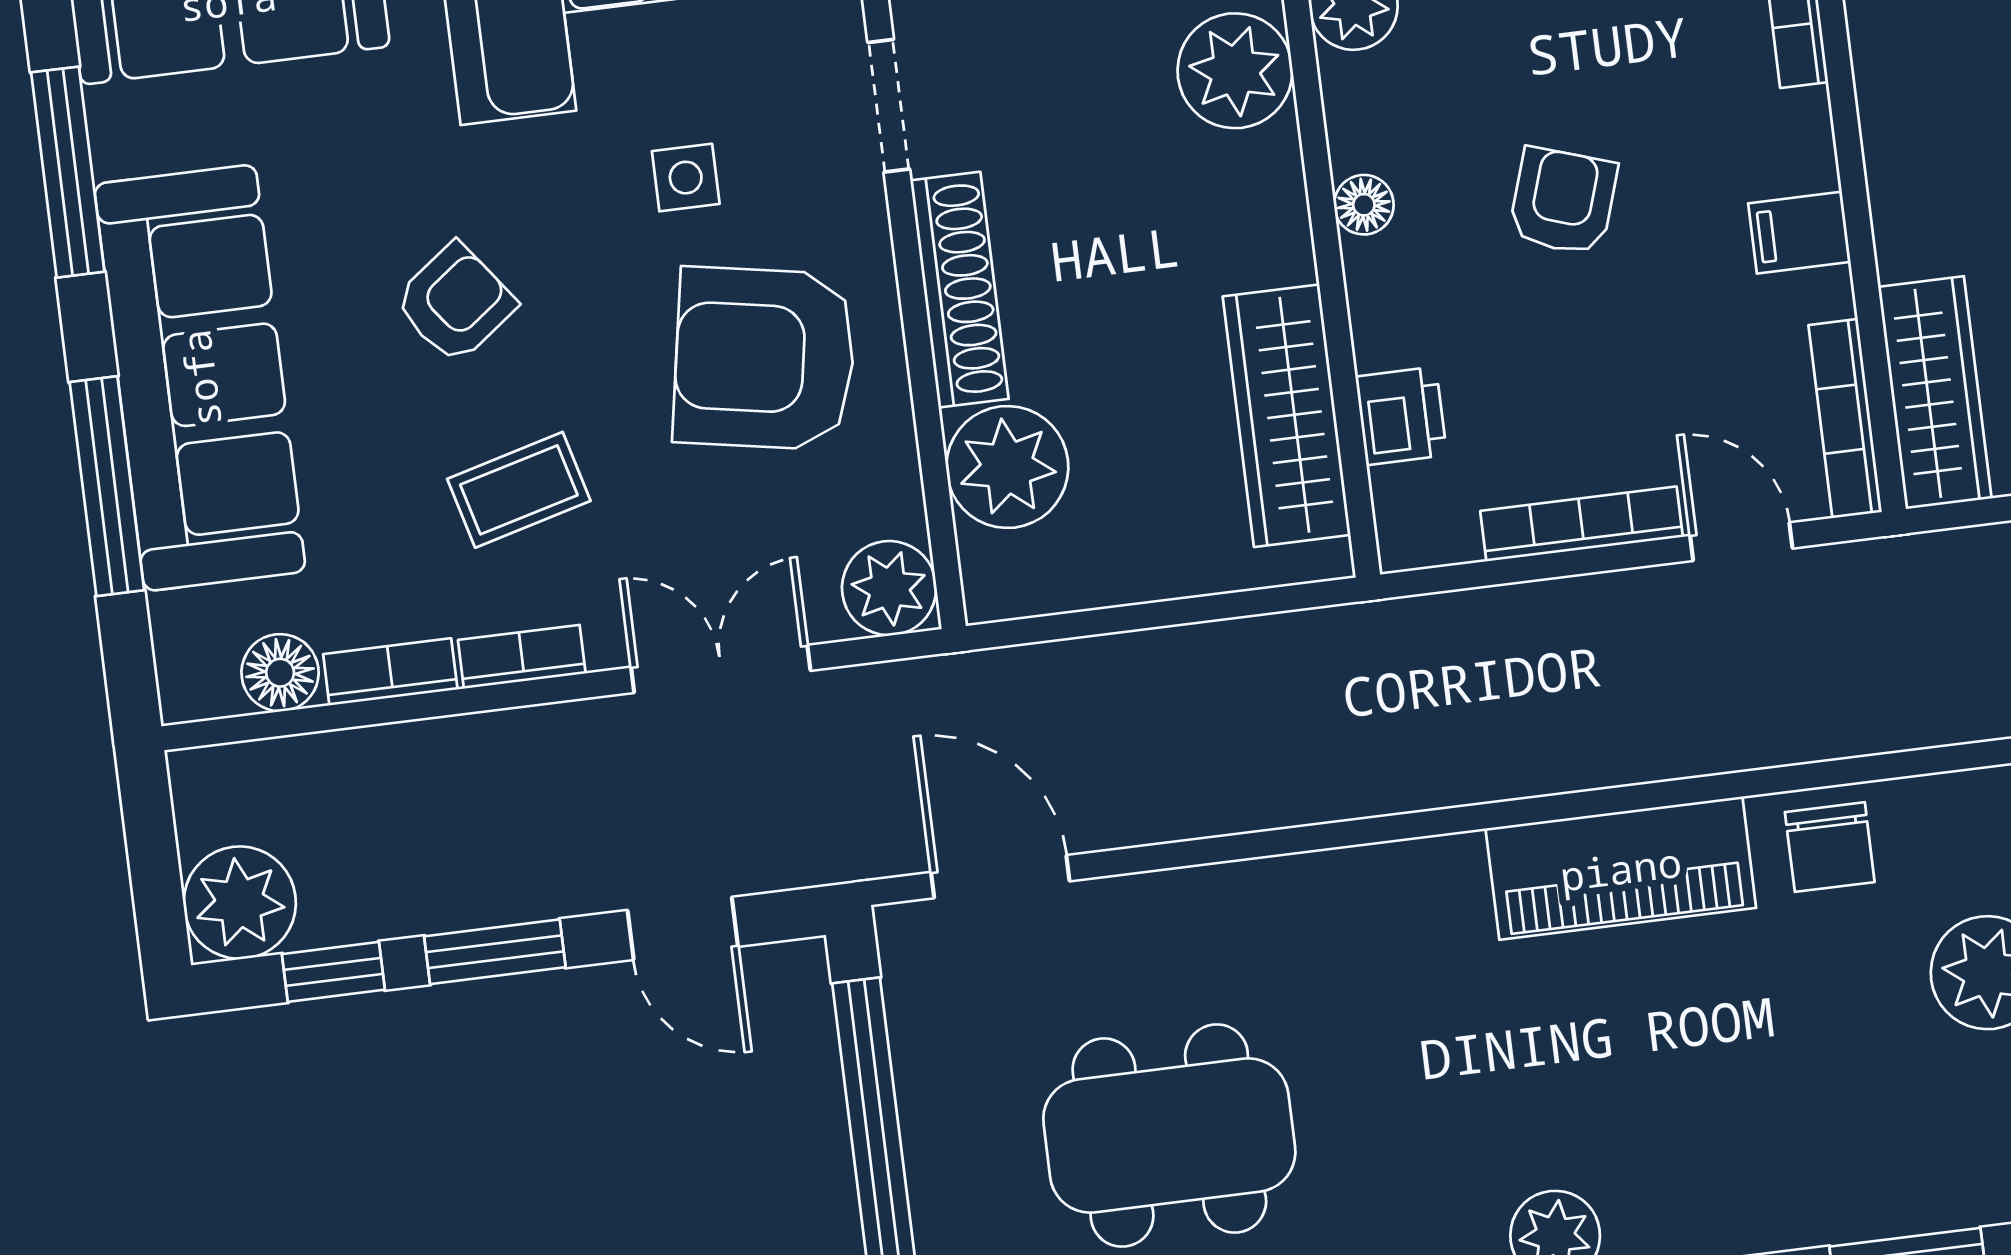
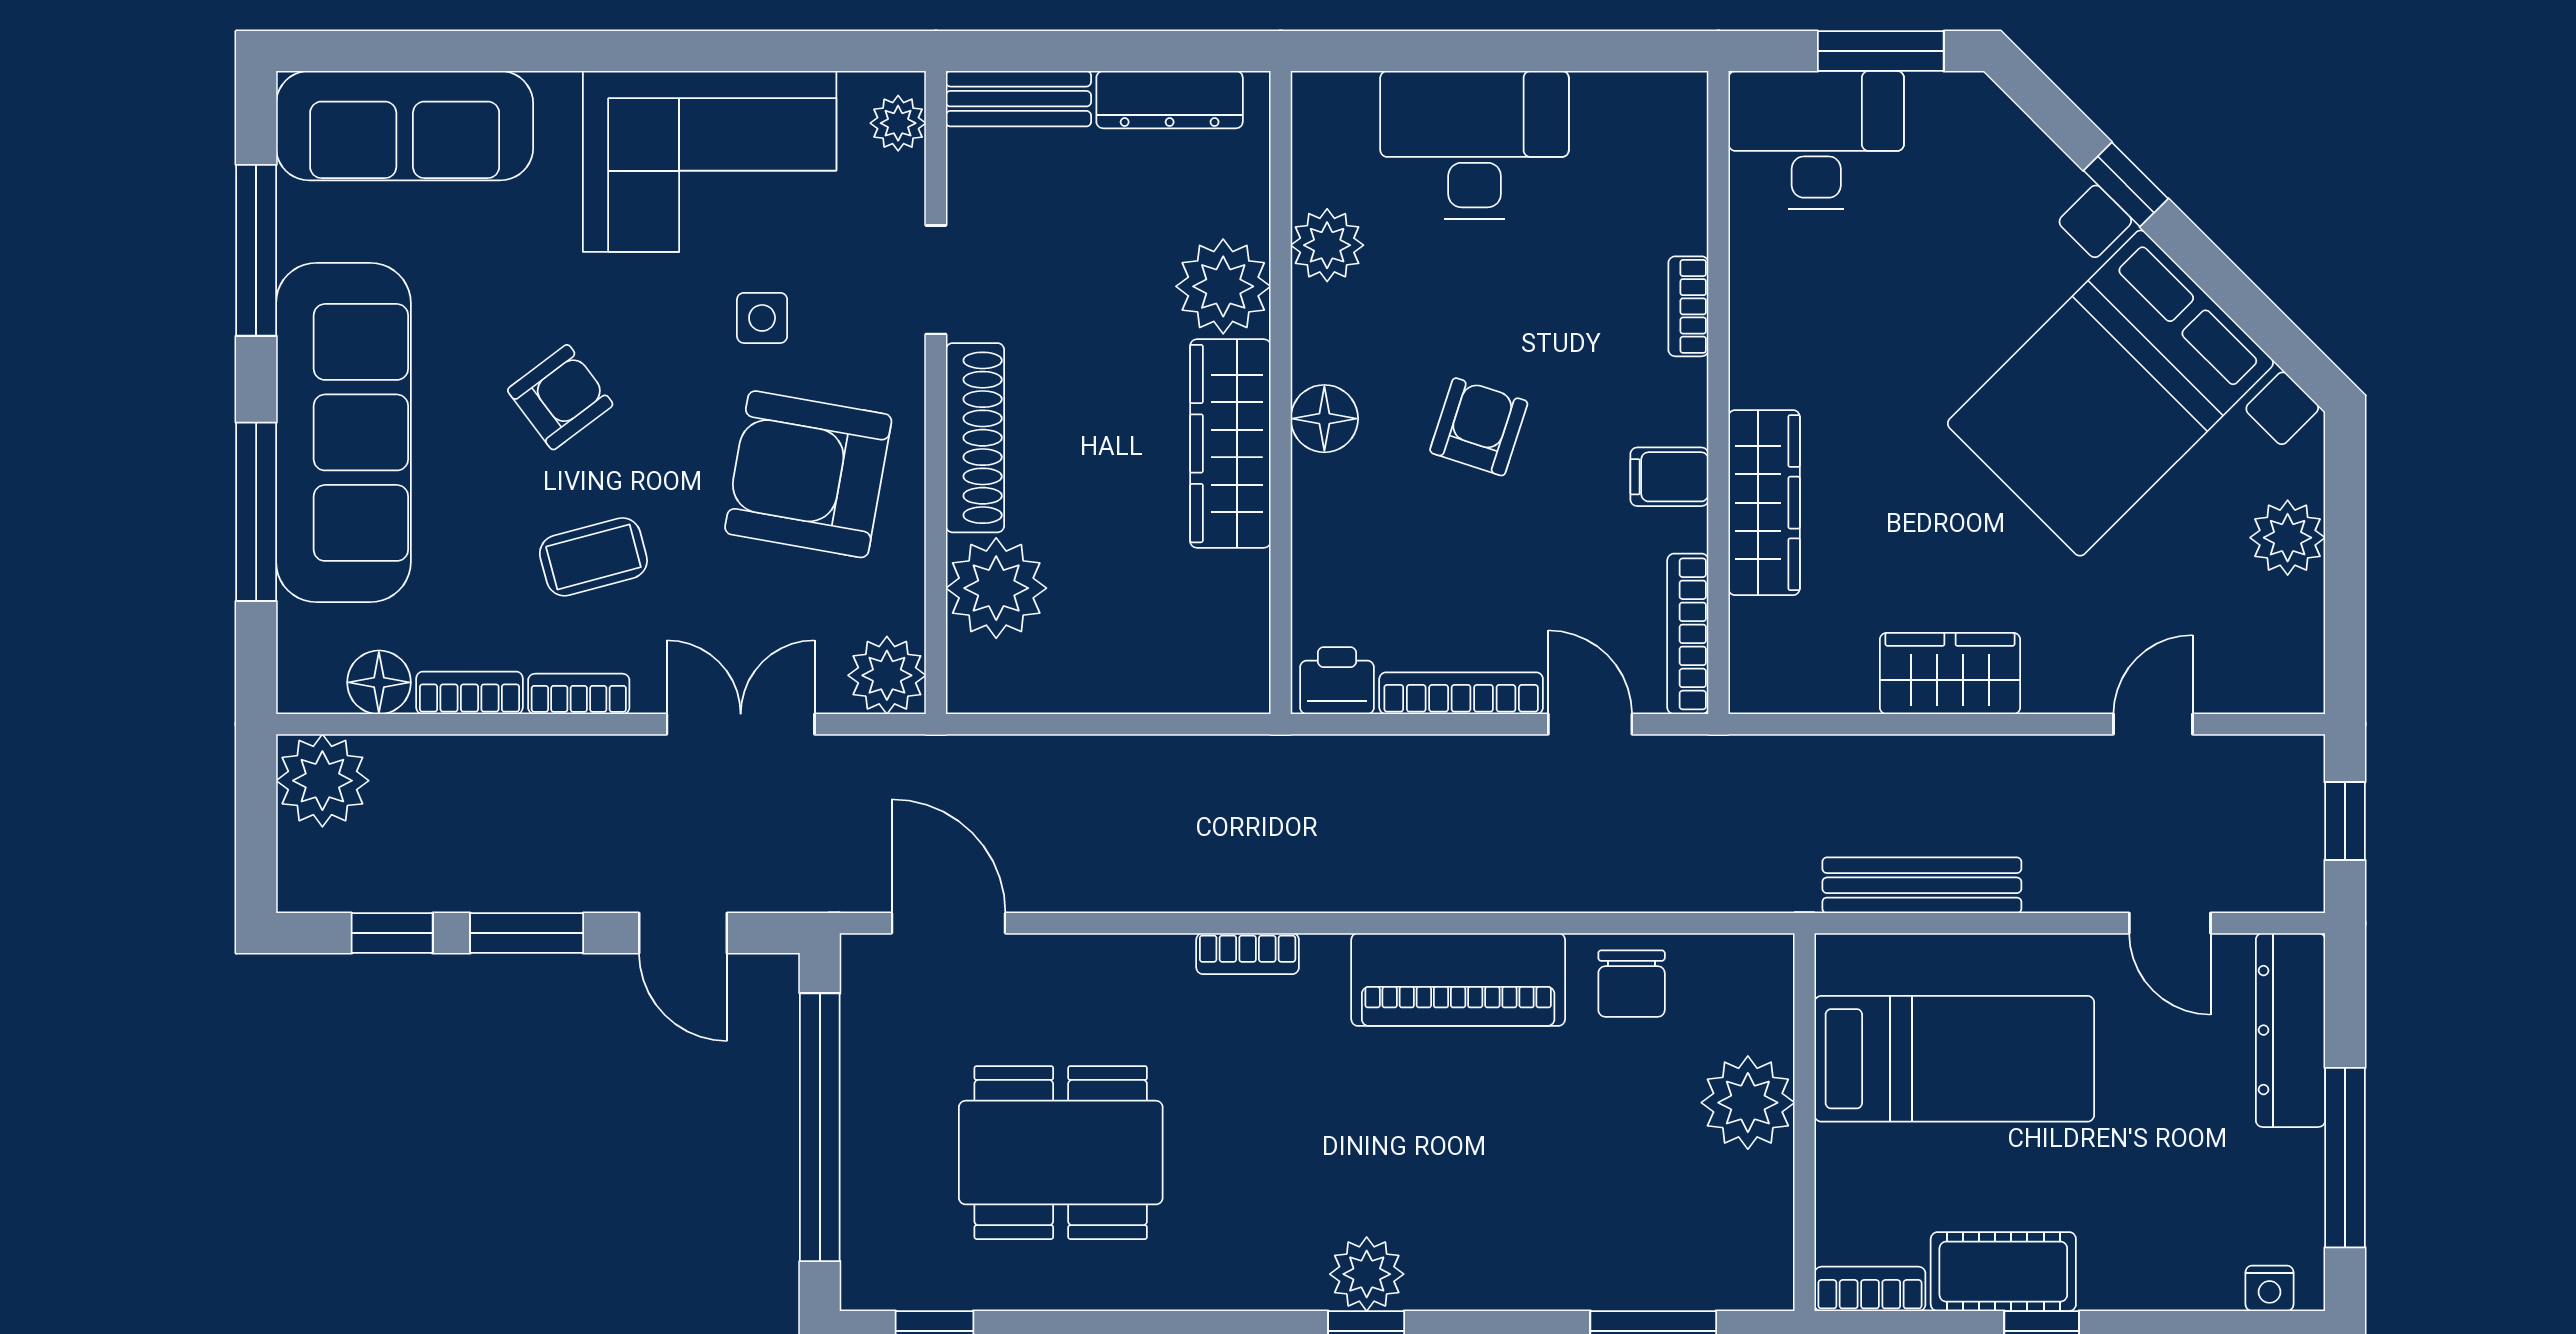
floor lamp: (1364, 205) -> (1324, 419), width x1.37, depth x1.37
wardrobe: (1935, 393) -> (1764, 503), moved
wardrobe: (1287, 416) -> (1230, 444), moved
printer: (1401, 416) -> (1337, 681), moved, turned -90
bookcase: (1364, 869) -> (1248, 954), added
plant: (240, 903) -> (322, 781), moved

